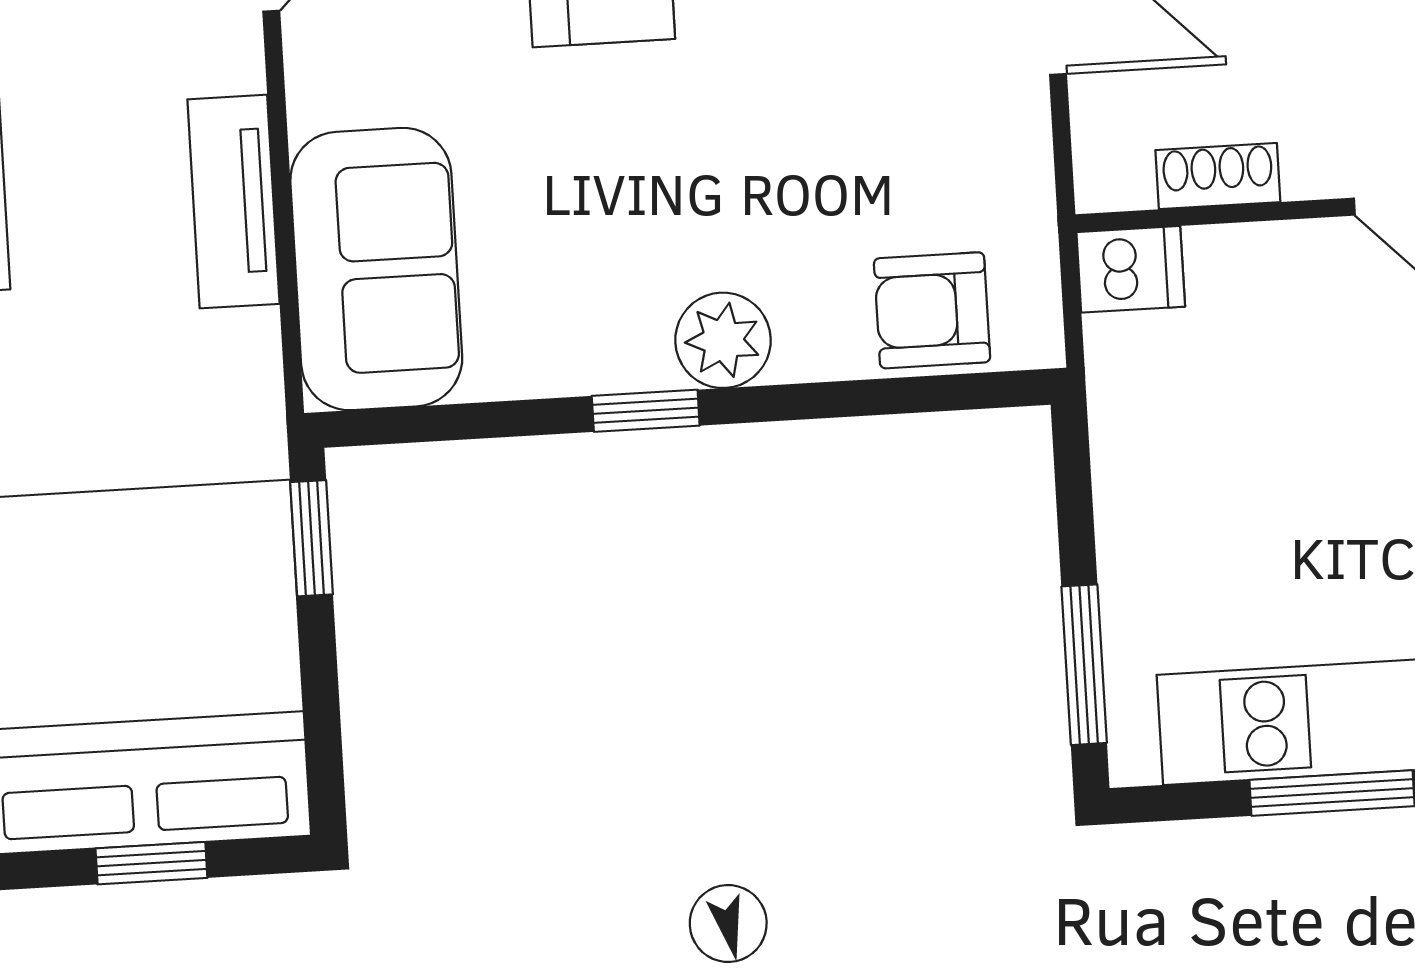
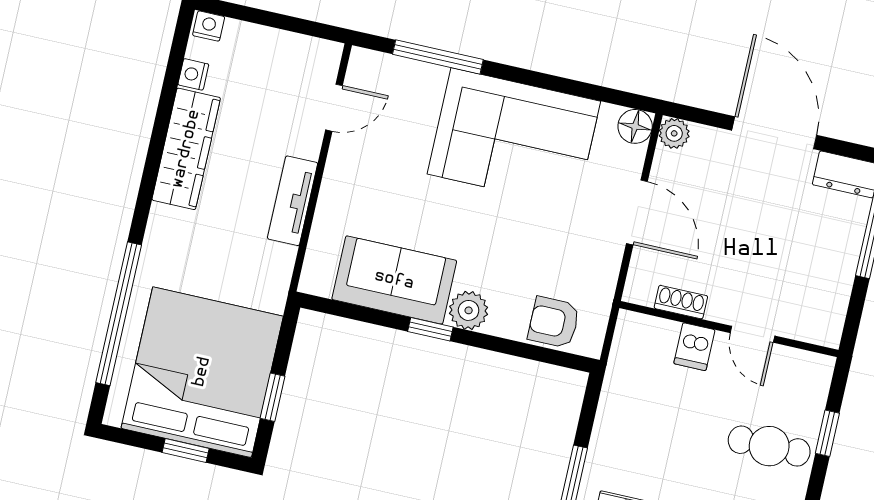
sofa: (376, 269) -> (394, 280), moved, turned -90
dishwasher: (1131, 269) -> (694, 347), moved, turned 90
window: (312, 538) -> (273, 397), moved

